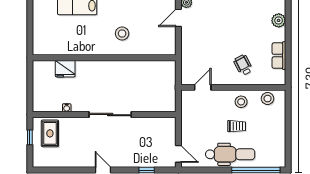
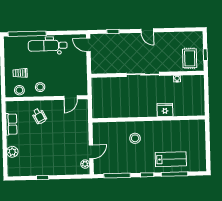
fridge: (65, 69) -> (165, 110), moved
trolley: (237, 126) -> (20, 73), moved

